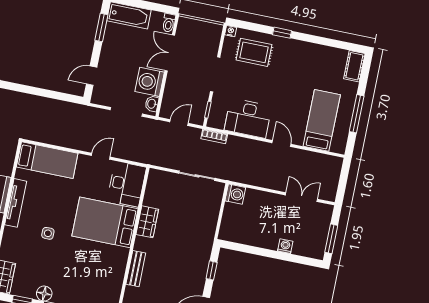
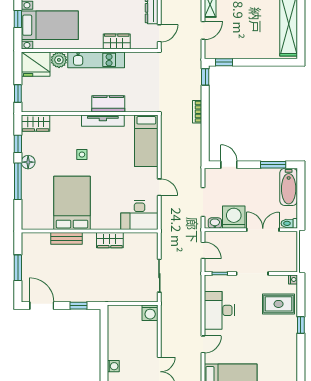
rug: (254, 52) -> (279, 304), turned 90
bookcase: (214, 136) -> (197, 112), moved
bed: (105, 222) -> (72, 203), moved

